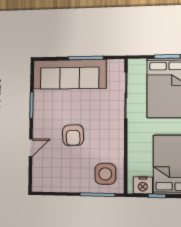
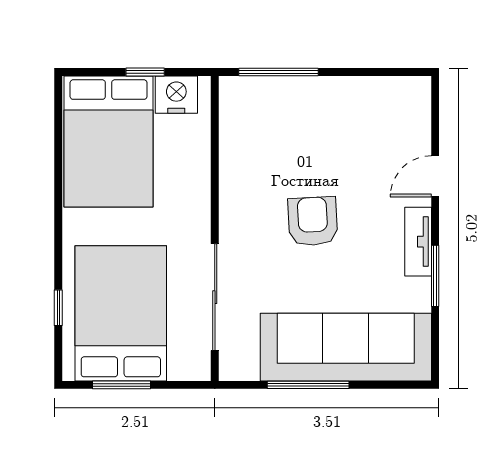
tv unit: (38, 120) -> (418, 242), added
armchair: (73, 135) -> (313, 221), moved
side table: (105, 174) -> (261, 119), removed

